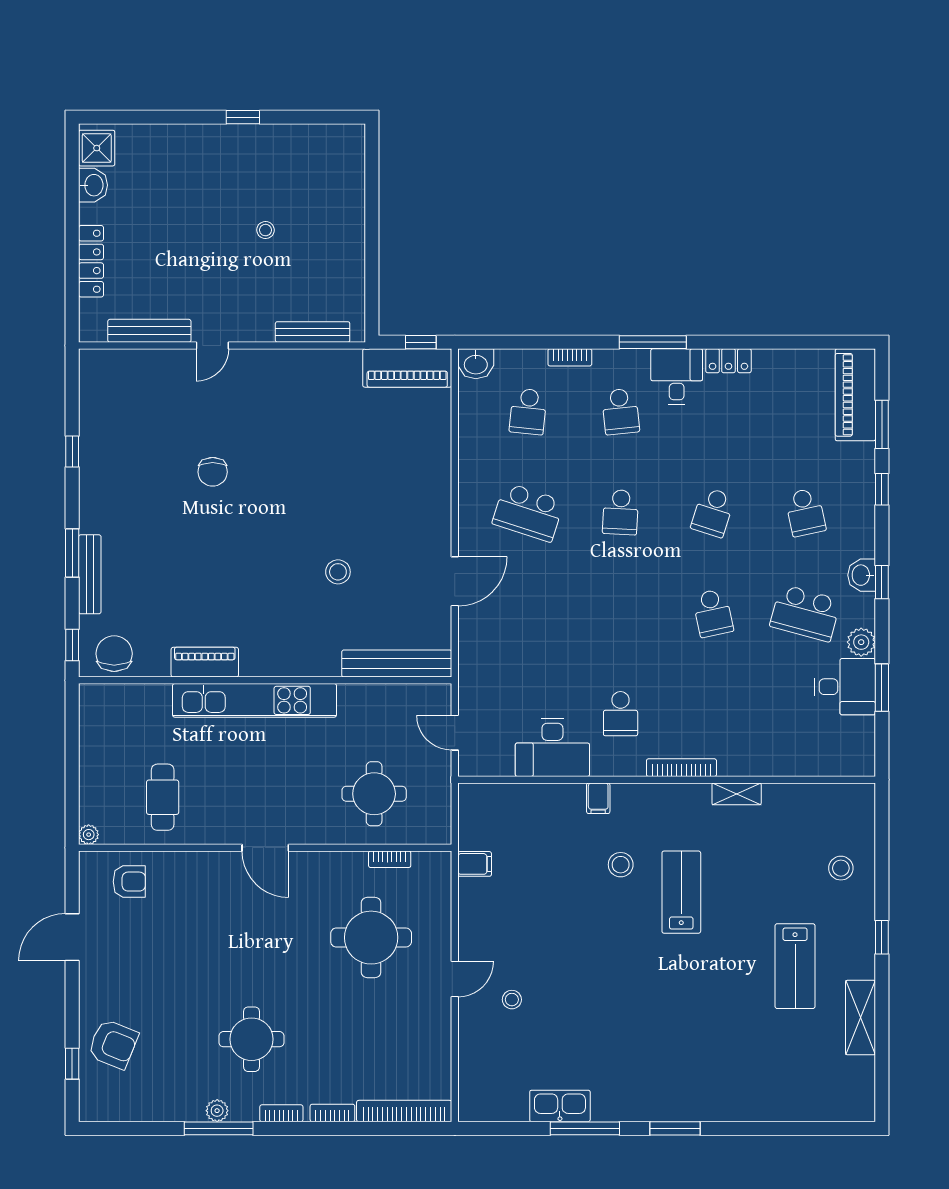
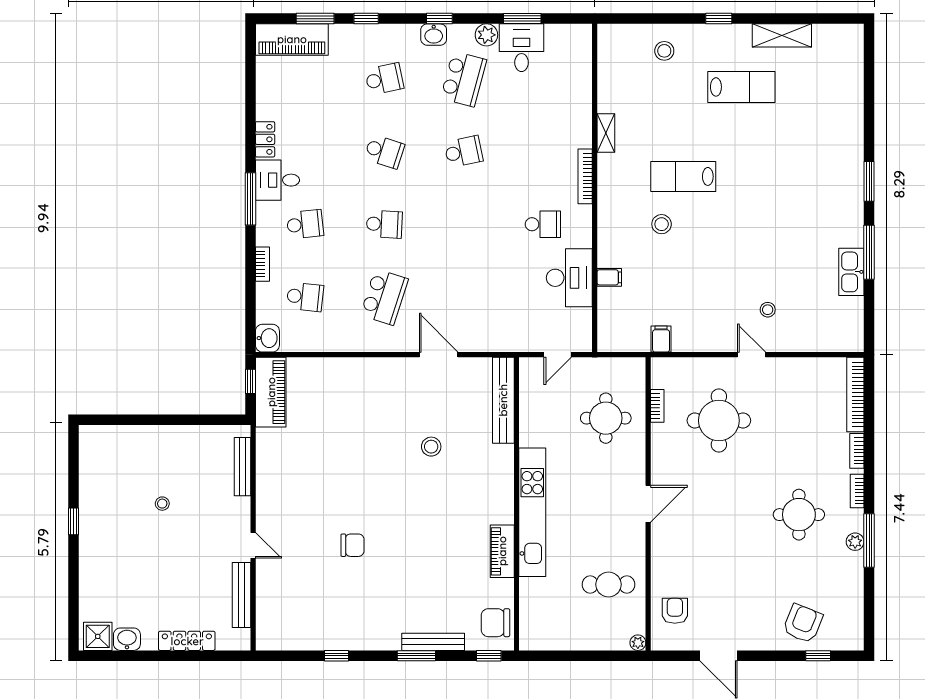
filing cabinet: (598, 798) -> (609, 277), moved

